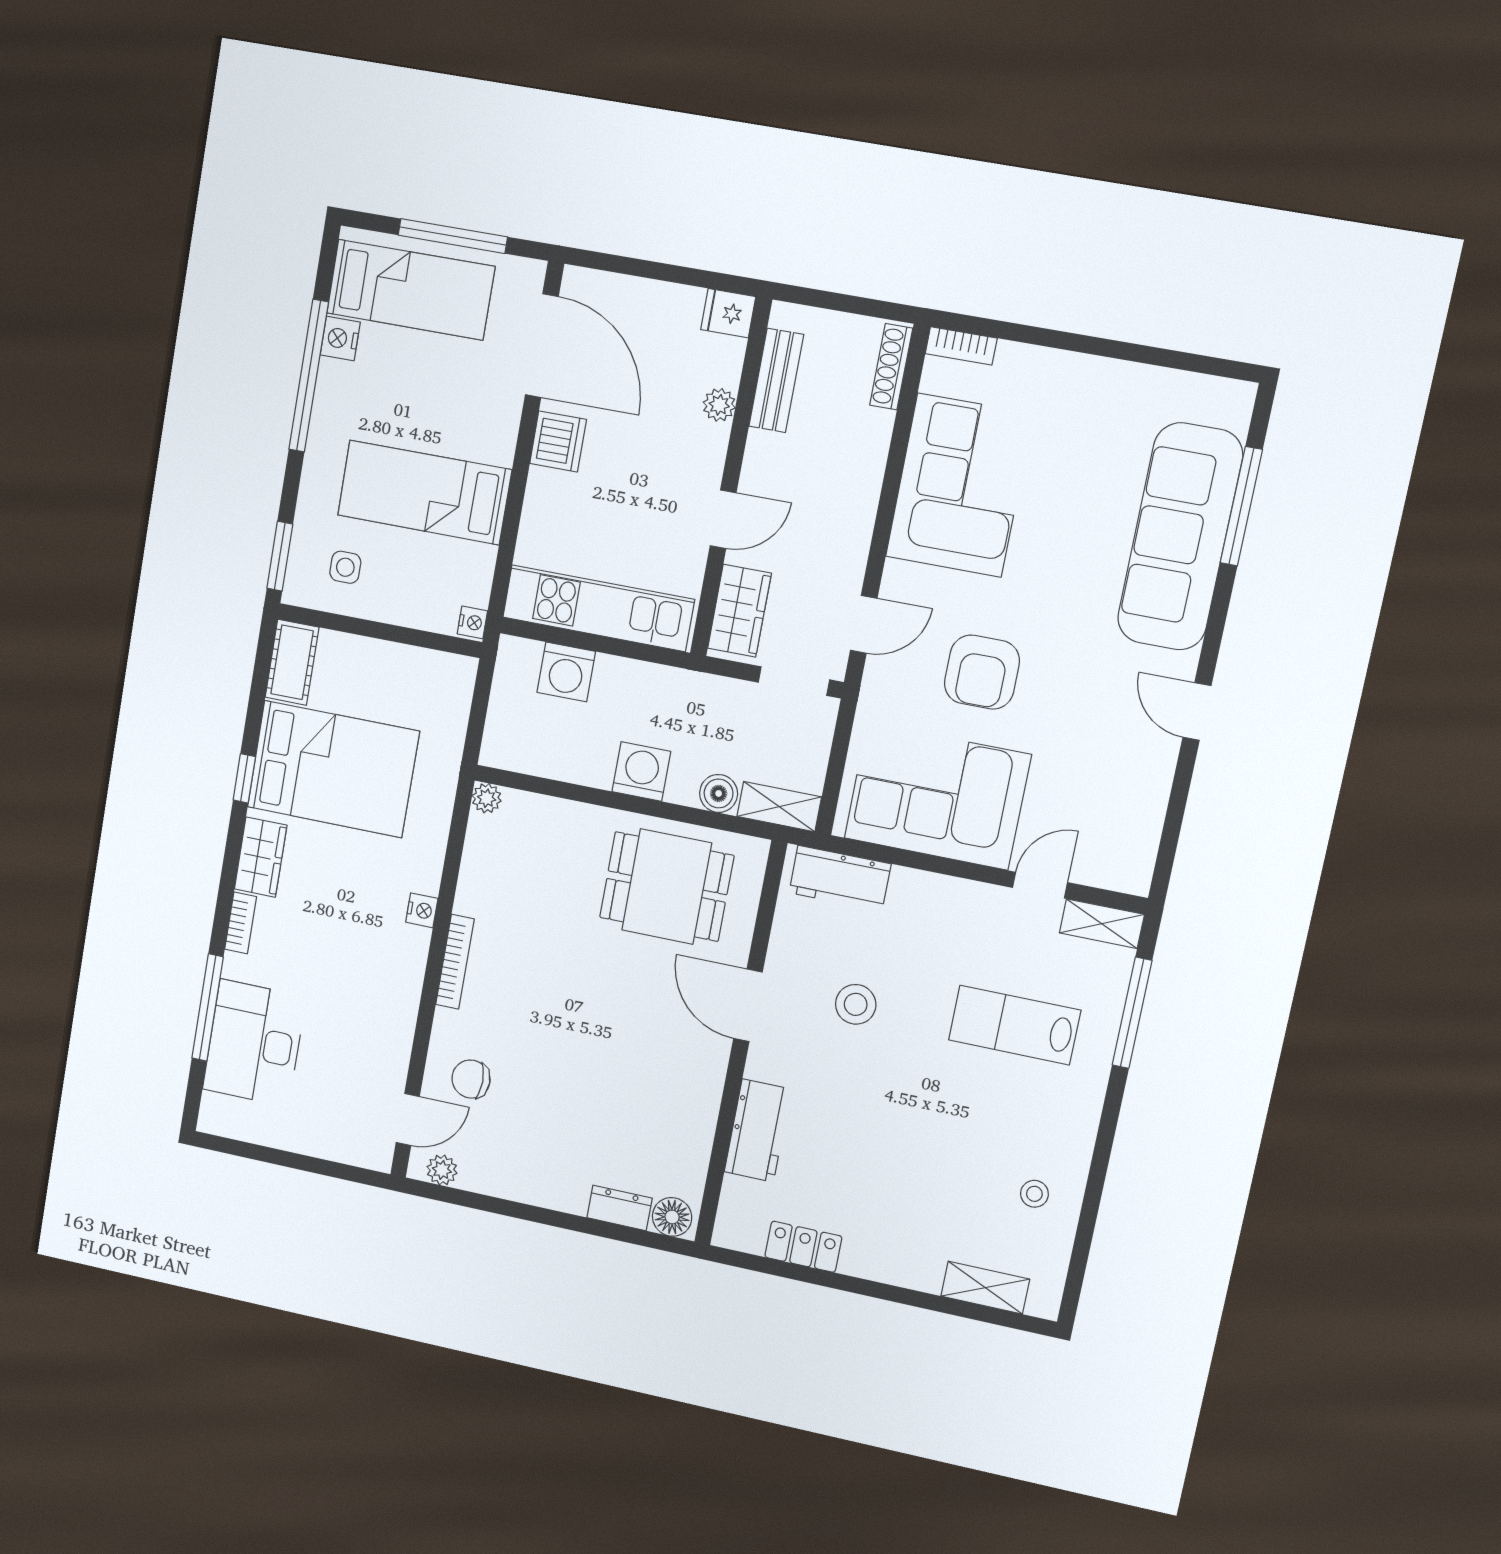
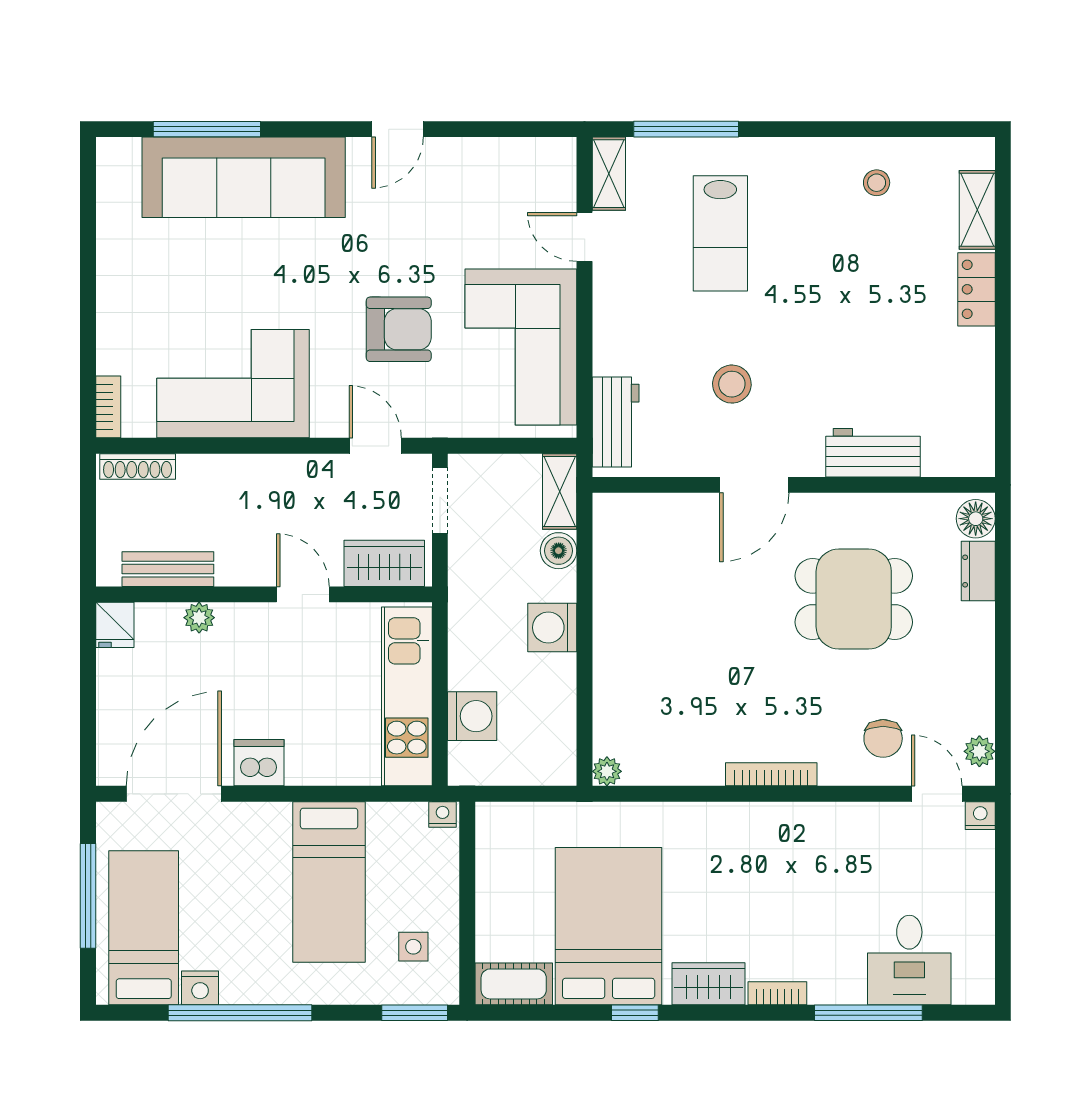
dining table: (667, 887) -> (854, 599), moved, turned 90
nightstand: (422, 910) -> (980, 816), moved
desk: (254, 1043) -> (909, 960), width x0.73
locker: (803, 1247) -> (976, 289), moved

